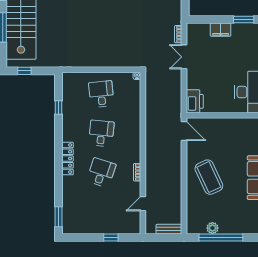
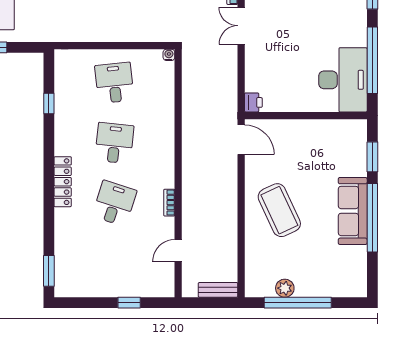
printer: (195, 101) -> (253, 102), width x0.53, depth x0.68

